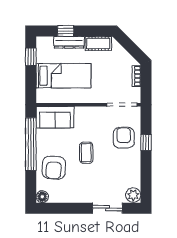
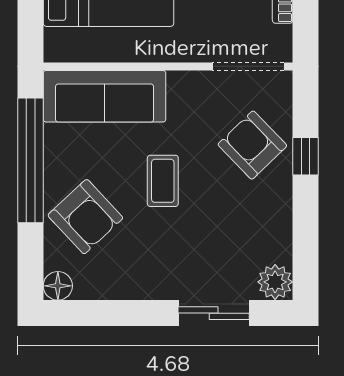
sofa: (55, 117) -> (105, 96), width x1.36
armchair: (124, 138) -> (252, 145), turned -44
armchair: (54, 168) -> (85, 217), turned -47

